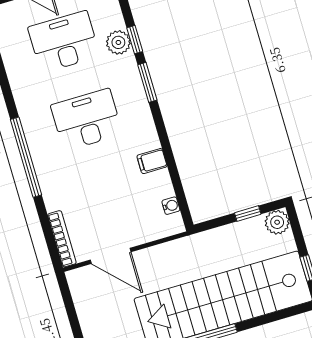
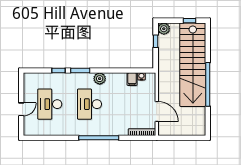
plant: (118, 42) -> (100, 79), moved
filing cabinet: (152, 161) -> (132, 79), moved
door: (111, 256) -> (157, 112), hinge flipped

